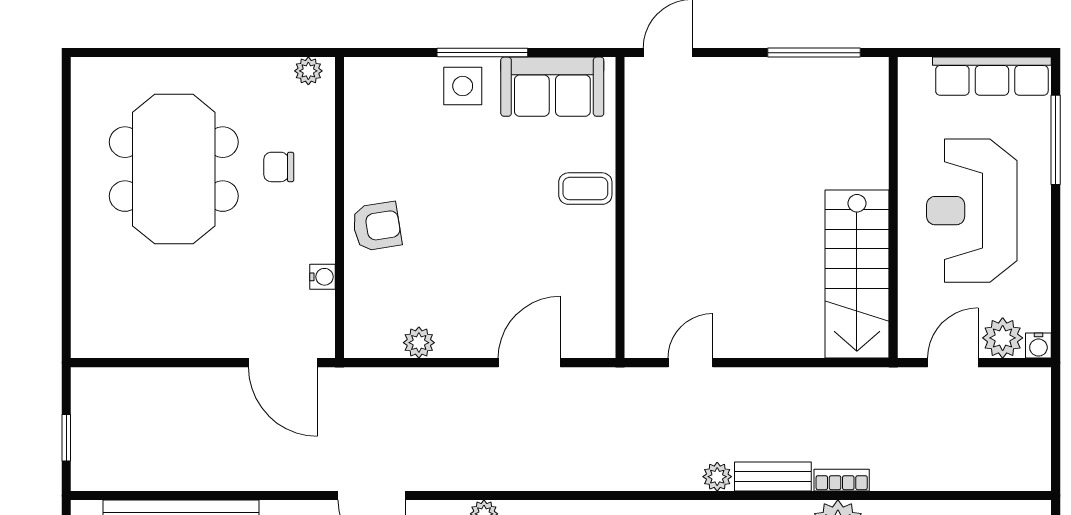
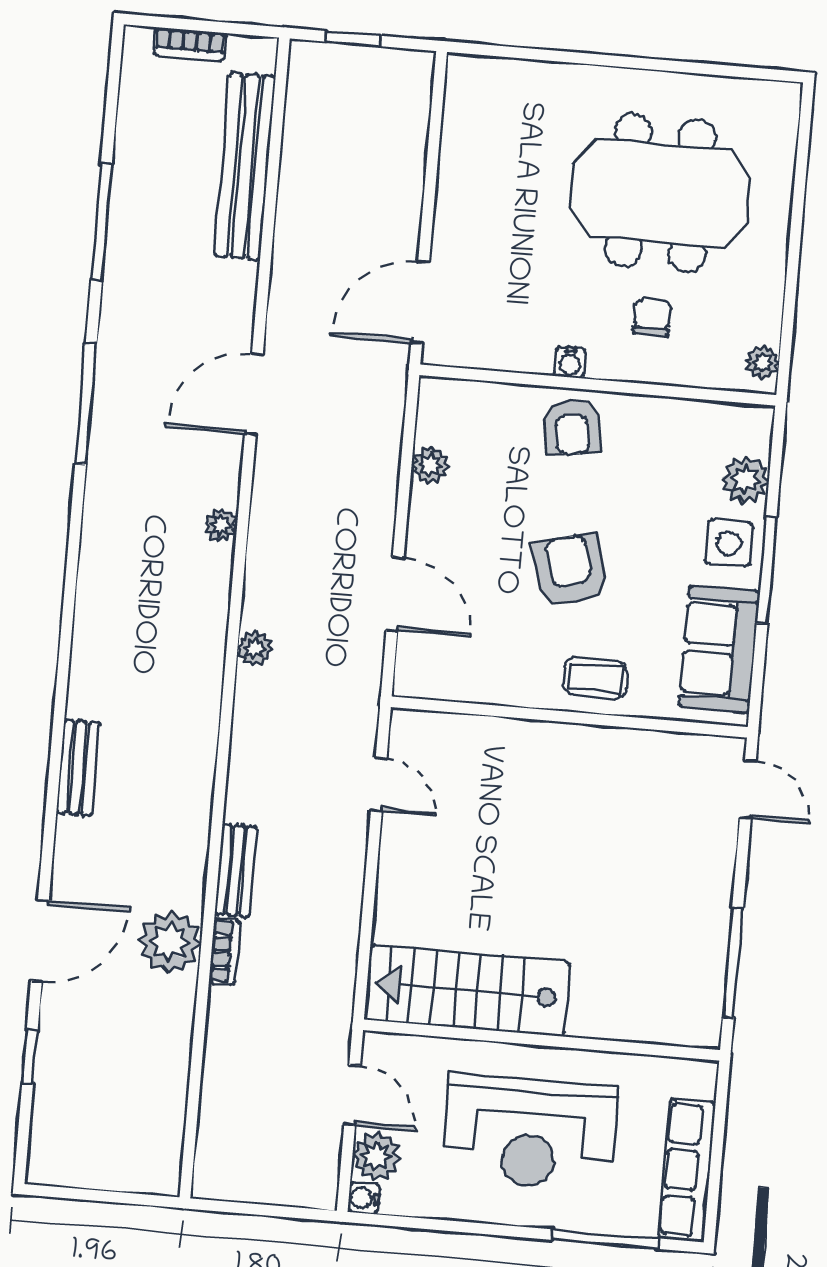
plant: (408, 77) -> (745, 480), added
coffee table: (585, 189) -> (595, 678), turned 90
reception desk: (972, 211) -> (530, 1133), turned 180
armchair: (497, 218) -> (570, 570), added
water cooler: (322, 277) -> (570, 363), moved
plant: (717, 477) -> (255, 649), moved

